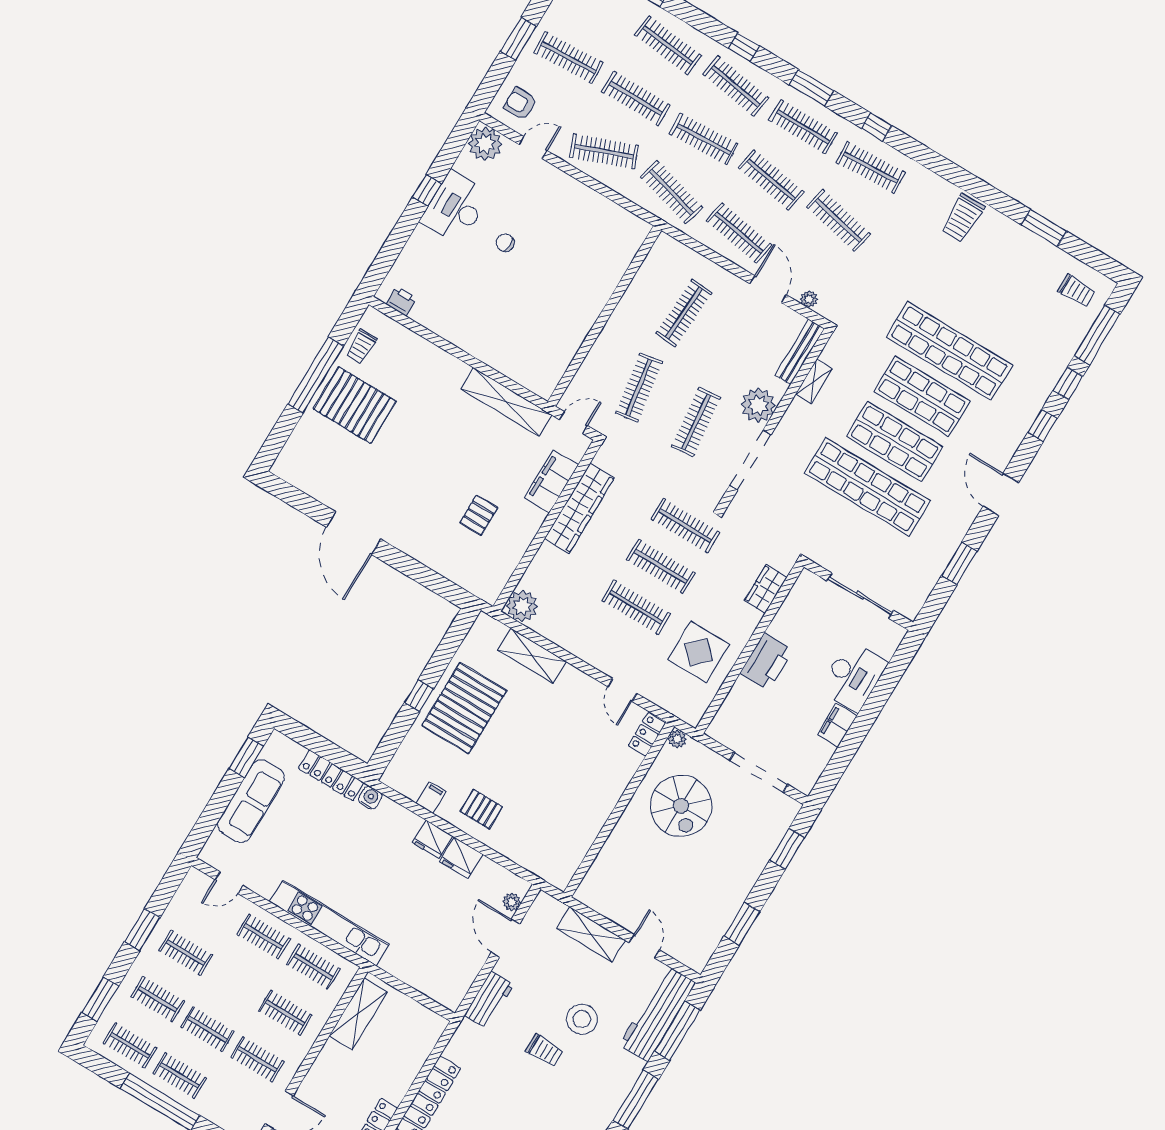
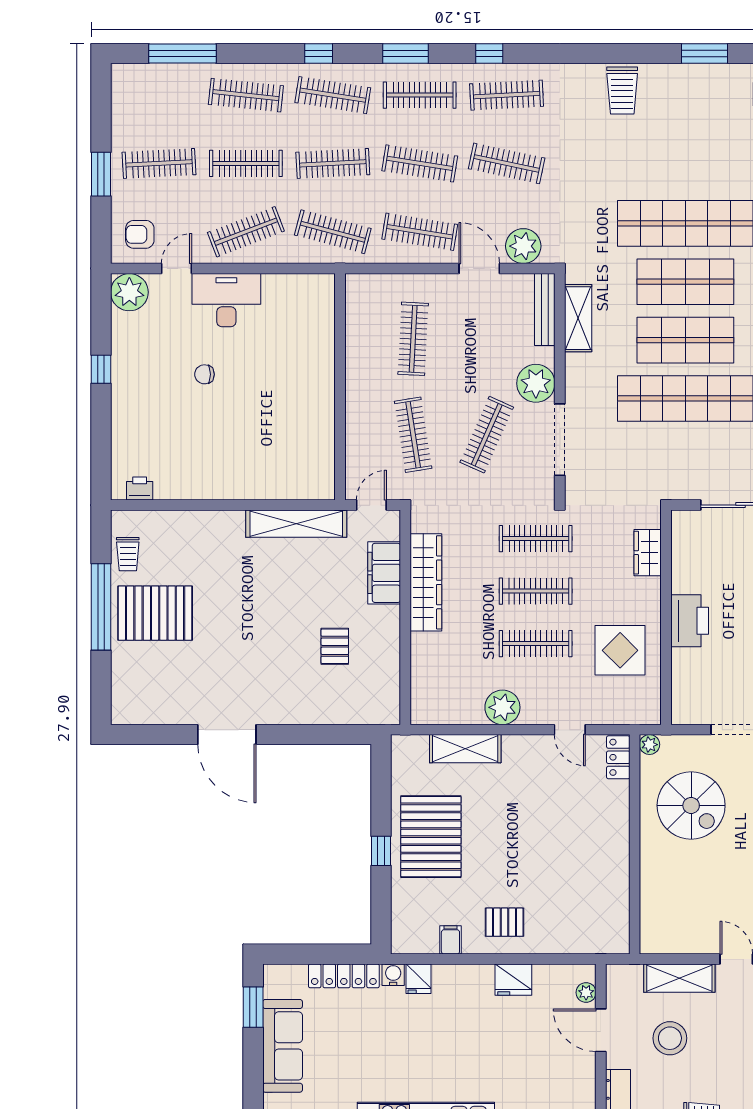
desk: (455, 208) -> (226, 300), moved, turned 90
plant: (809, 299) -> (523, 246), width x1.87, depth x1.87
shelving: (814, 381) -> (578, 318), width x1.50, depth x1.33
clothes rail: (696, 422) -> (487, 435), turned 30
plant: (522, 606) -> (502, 707), moved
fridge: (433, 840) -> (418, 979), moved, width x0.72
stool: (582, 1019) -> (670, 1038), moved

